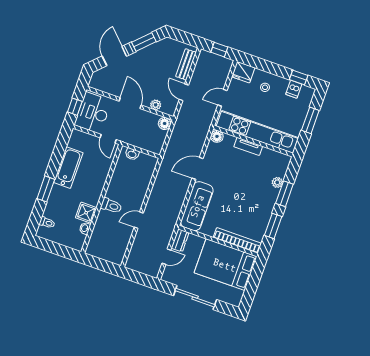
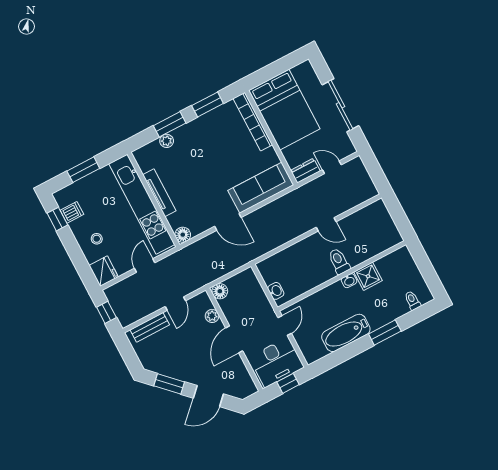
door: (222, 98) -> (145, 266), swing flipped
tv unit: (248, 146) -> (159, 193), width x1.41
washbasin: (85, 228) -> (349, 281), moved

